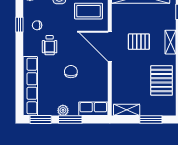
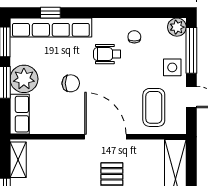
window: (19, 25) -> (50, 13), moved
door: (110, 46) -> (105, 137), hinge flipped
plant: (63, 110) -> (24, 79), width x1.87, depth x1.87

